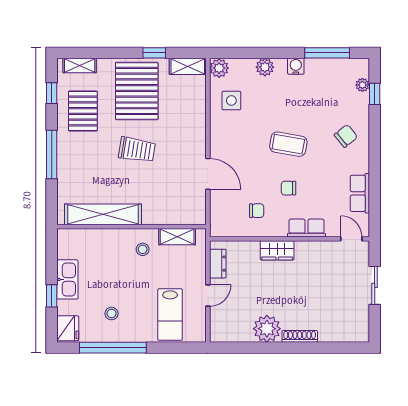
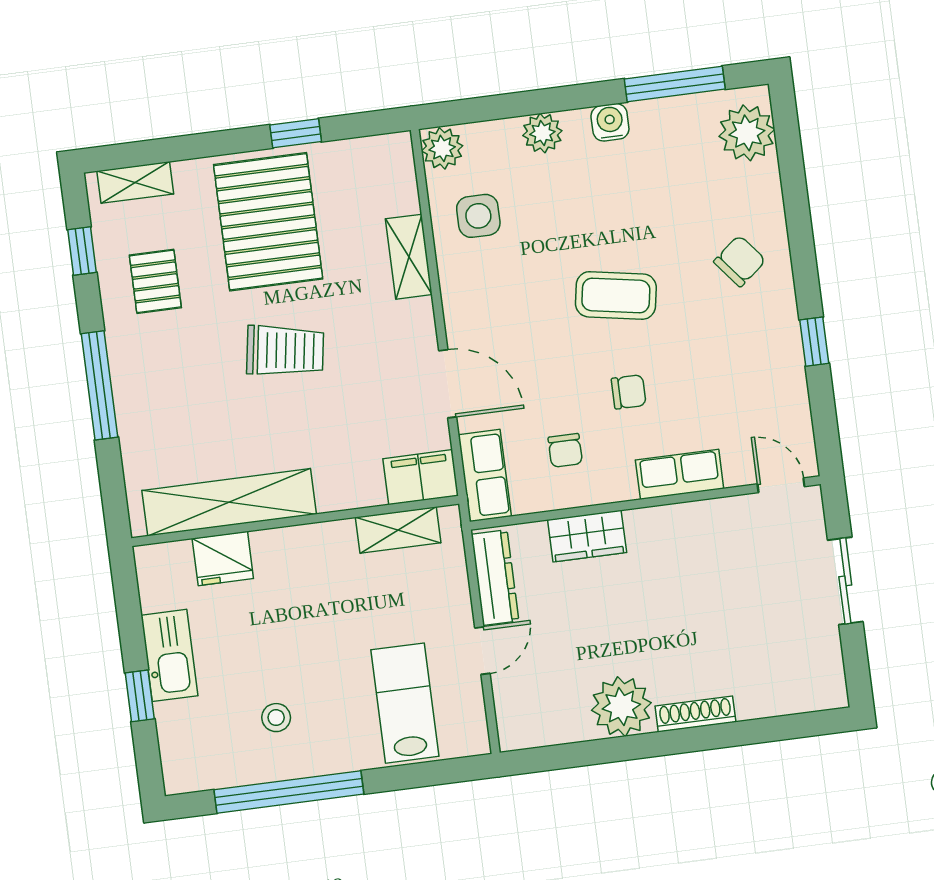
shelving: (188, 66) -> (409, 257), moved, turned 90
plant: (362, 85) -> (747, 133), width x1.88, depth x1.88
window: (375, 94) -> (814, 342), moved
pallet: (83, 111) -> (155, 281), width x0.67, depth x0.71
chair: (288, 188) -> (629, 392), turned 180
row of seats: (360, 193) -> (485, 475), moved, turned 180
chair: (257, 211) -> (565, 450), turned 90
filing cabinet: (190, 214) -> (421, 477), added
stool: (143, 249) -> (326, 568), removed
wardrobe: (277, 250) -> (587, 536), moved
dresser: (218, 264) -> (495, 578), width x1.44
lab bench: (170, 315) -> (405, 703), turned 180
fridge: (68, 328) -> (223, 558), moved, turned 90

